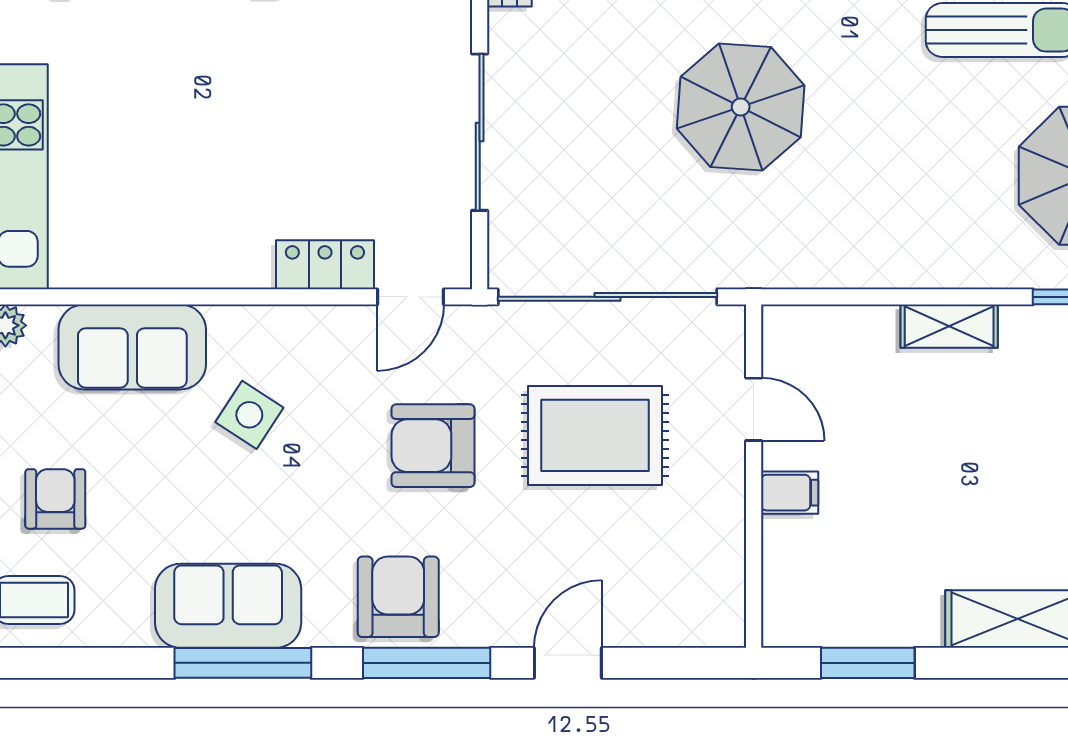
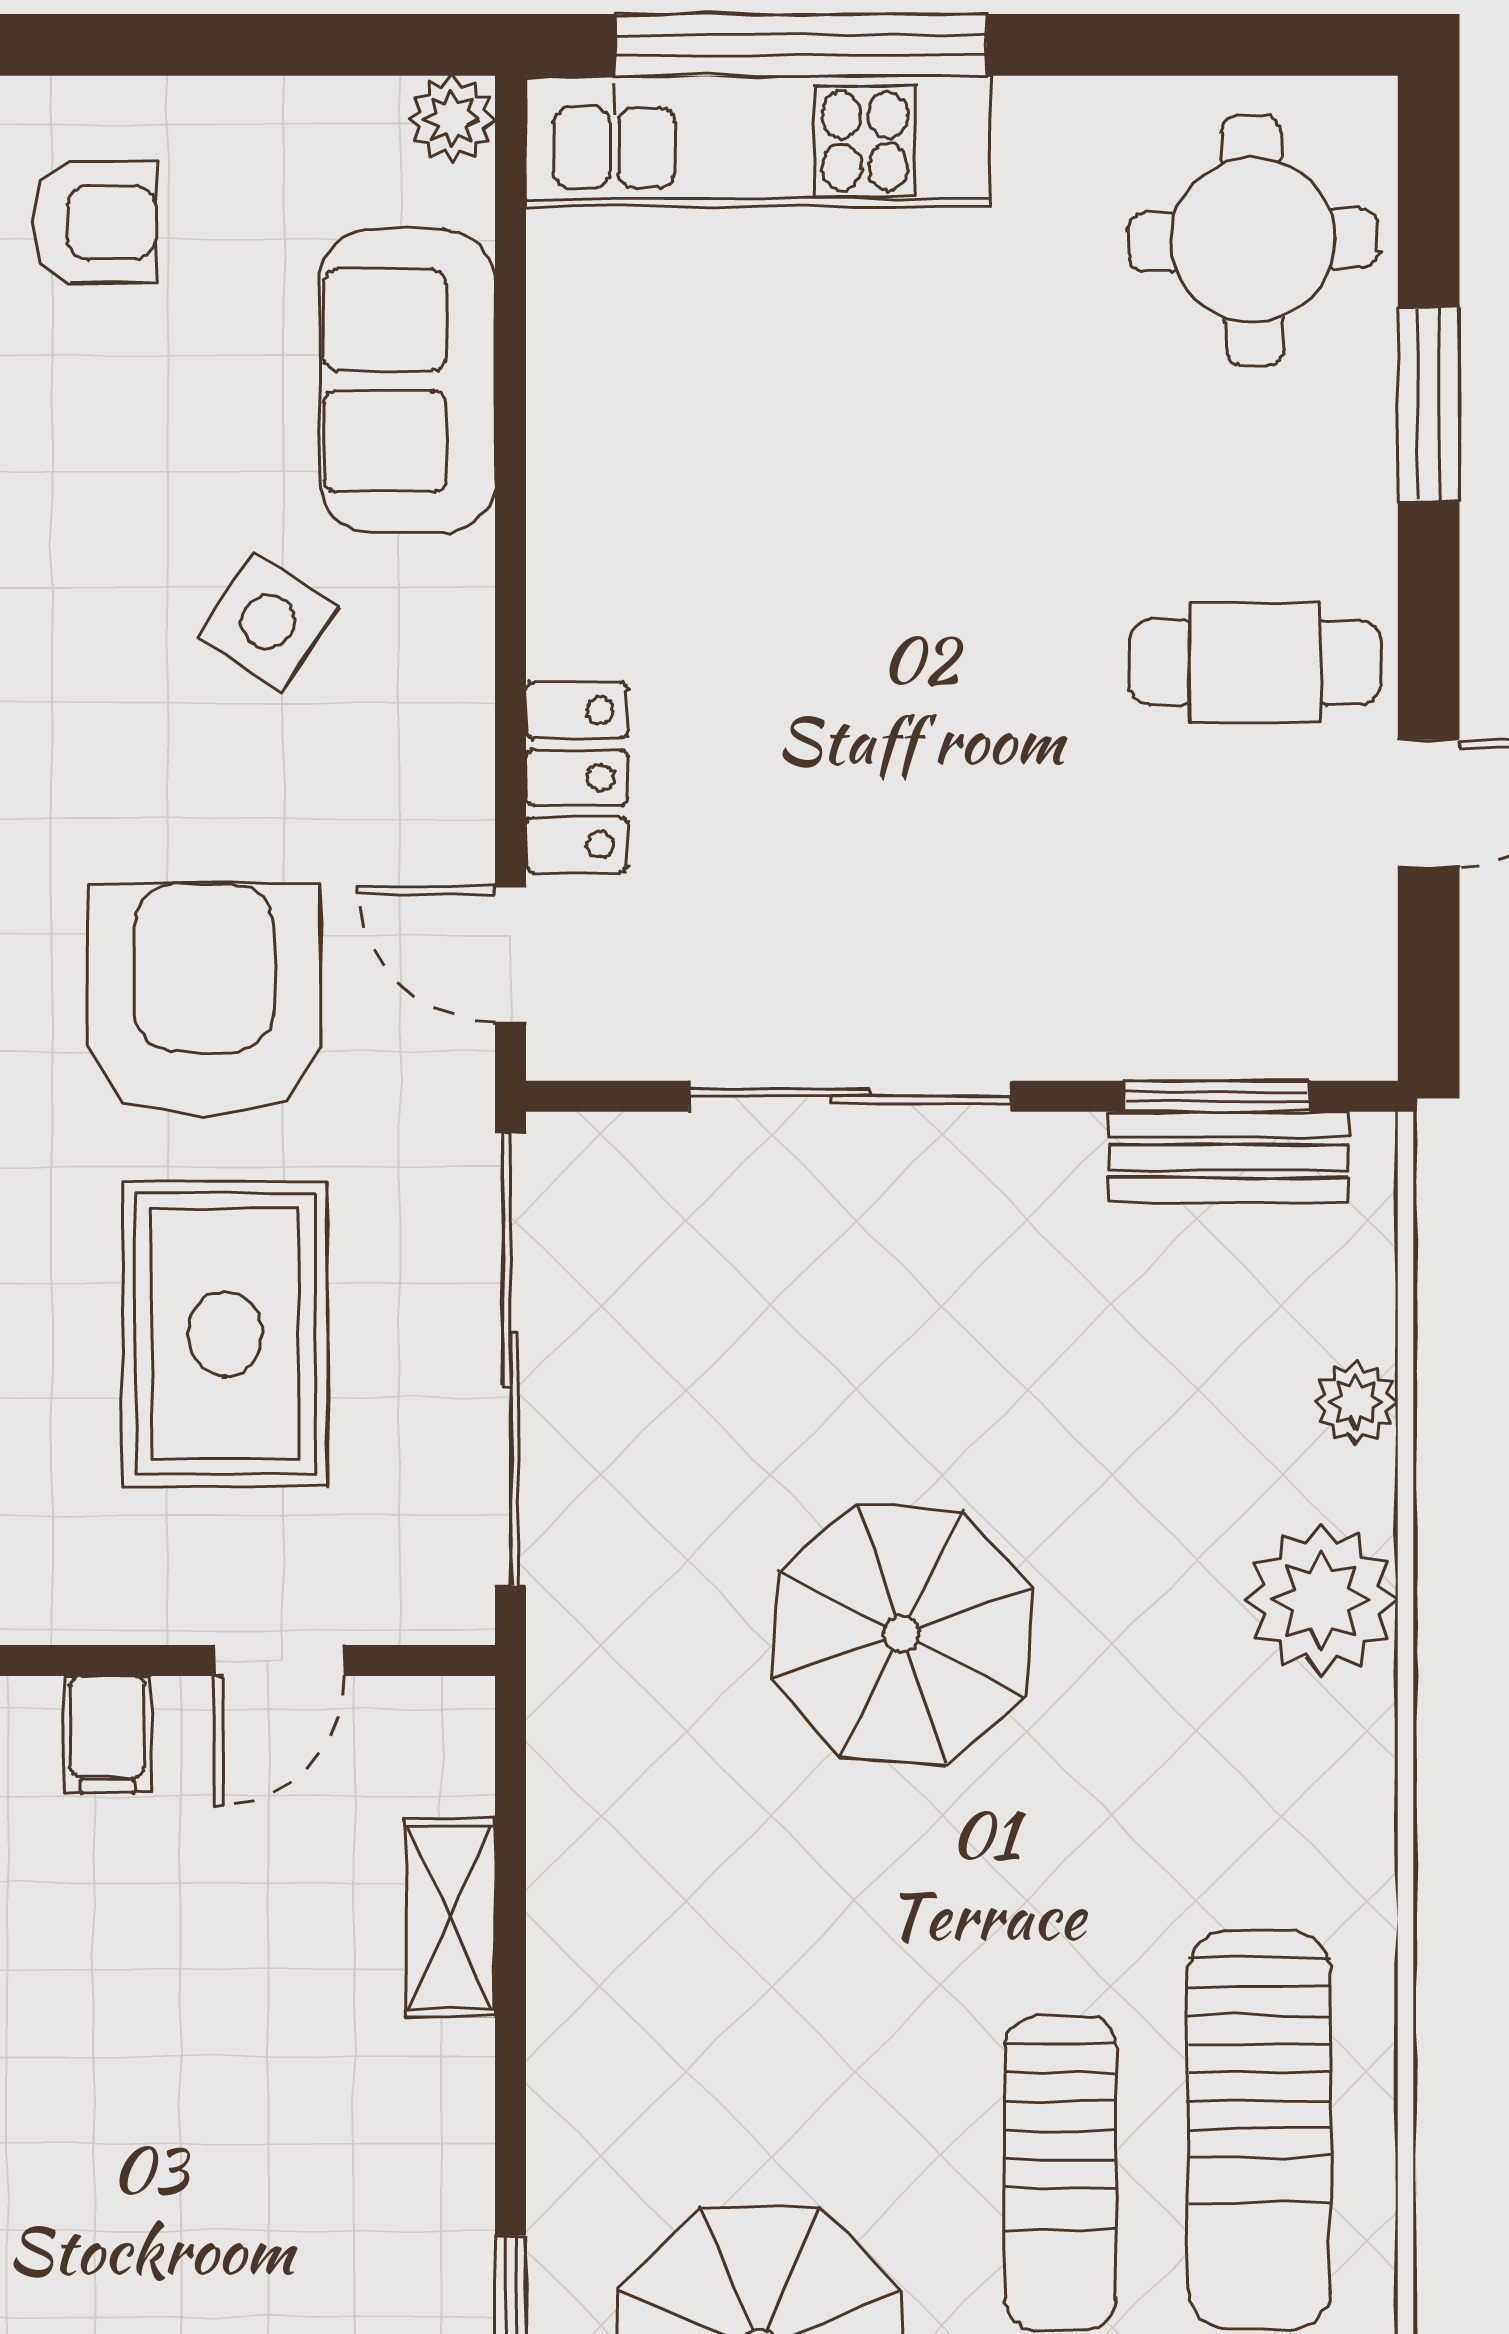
shelving: (949, 326) -> (450, 1917), moved
armchair: (433, 446) -> (204, 1000), width x1.36, depth x1.36

